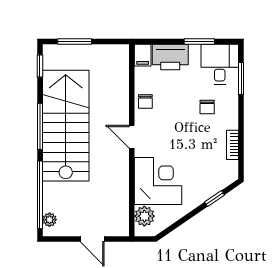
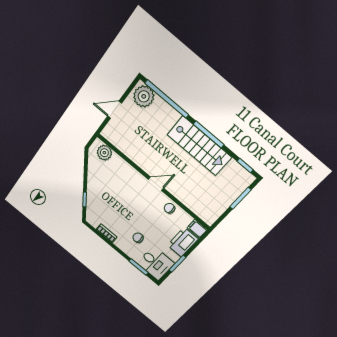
stairs: (66, 126) -> (199, 146), width x0.73, depth x0.66
corner desk: (158, 181) -> (119, 177), removed
plant: (50, 220) -> (144, 96), width x1.87, depth x1.87

